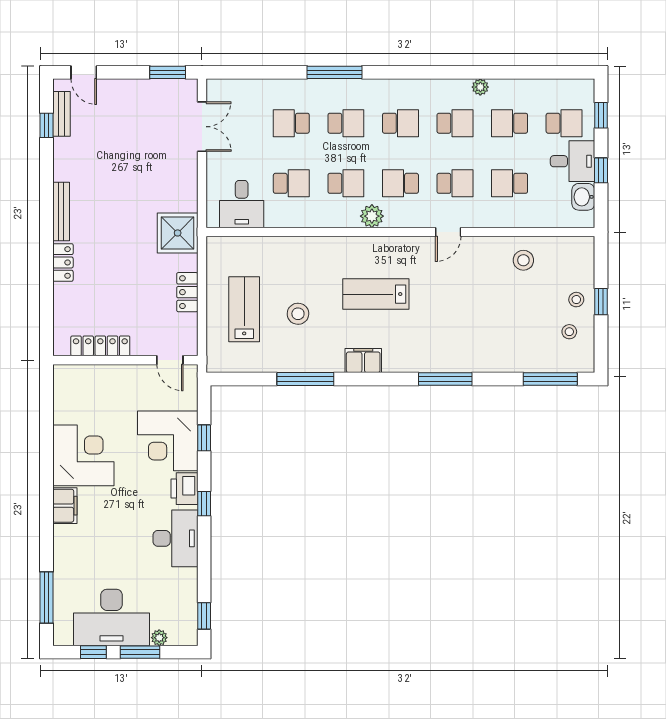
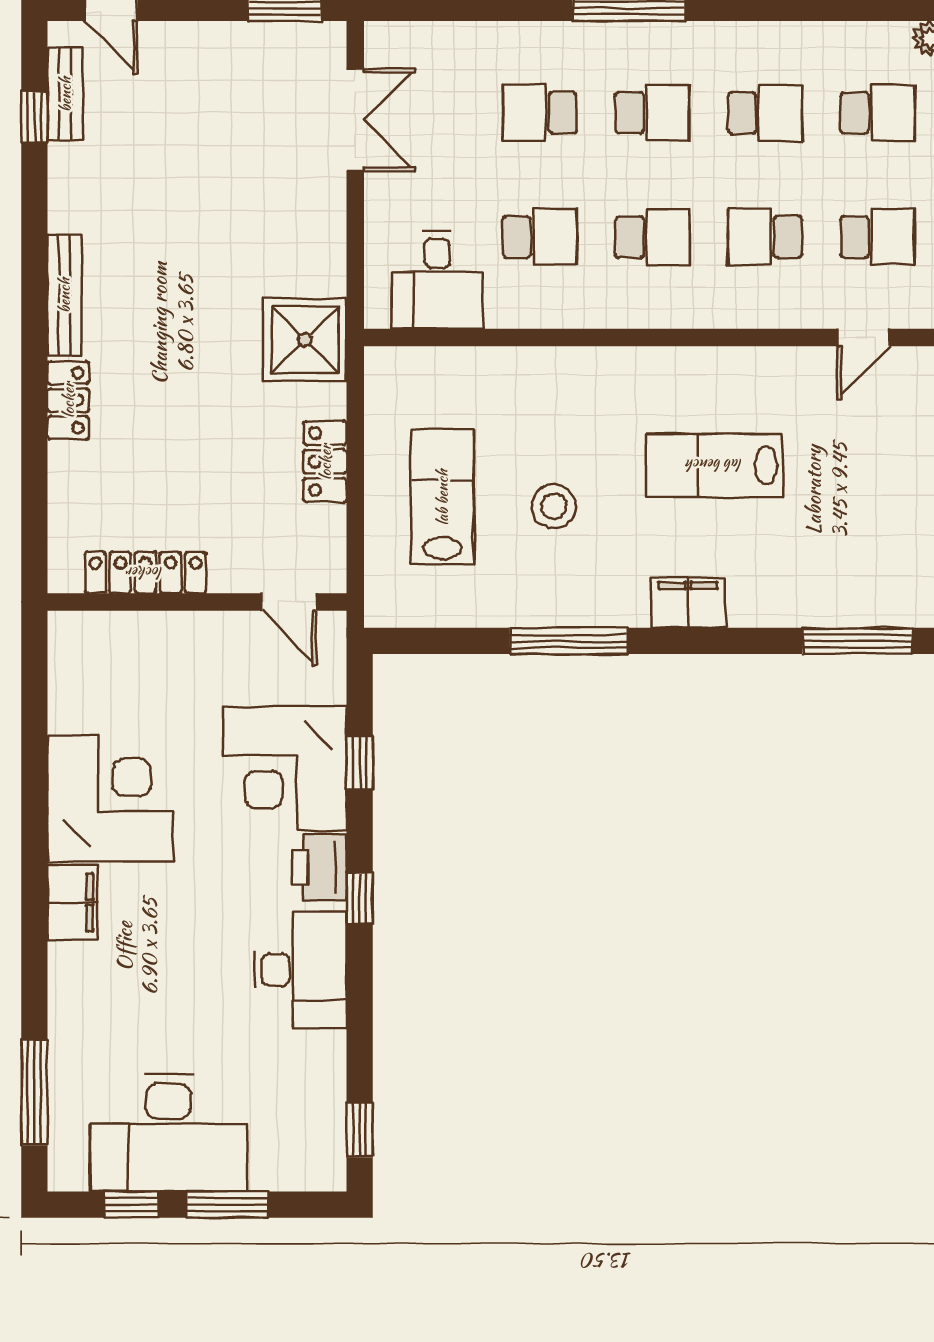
plant: (372, 216) -> (706, 305), removed
plant: (159, 638) -> (267, 1175), removed

